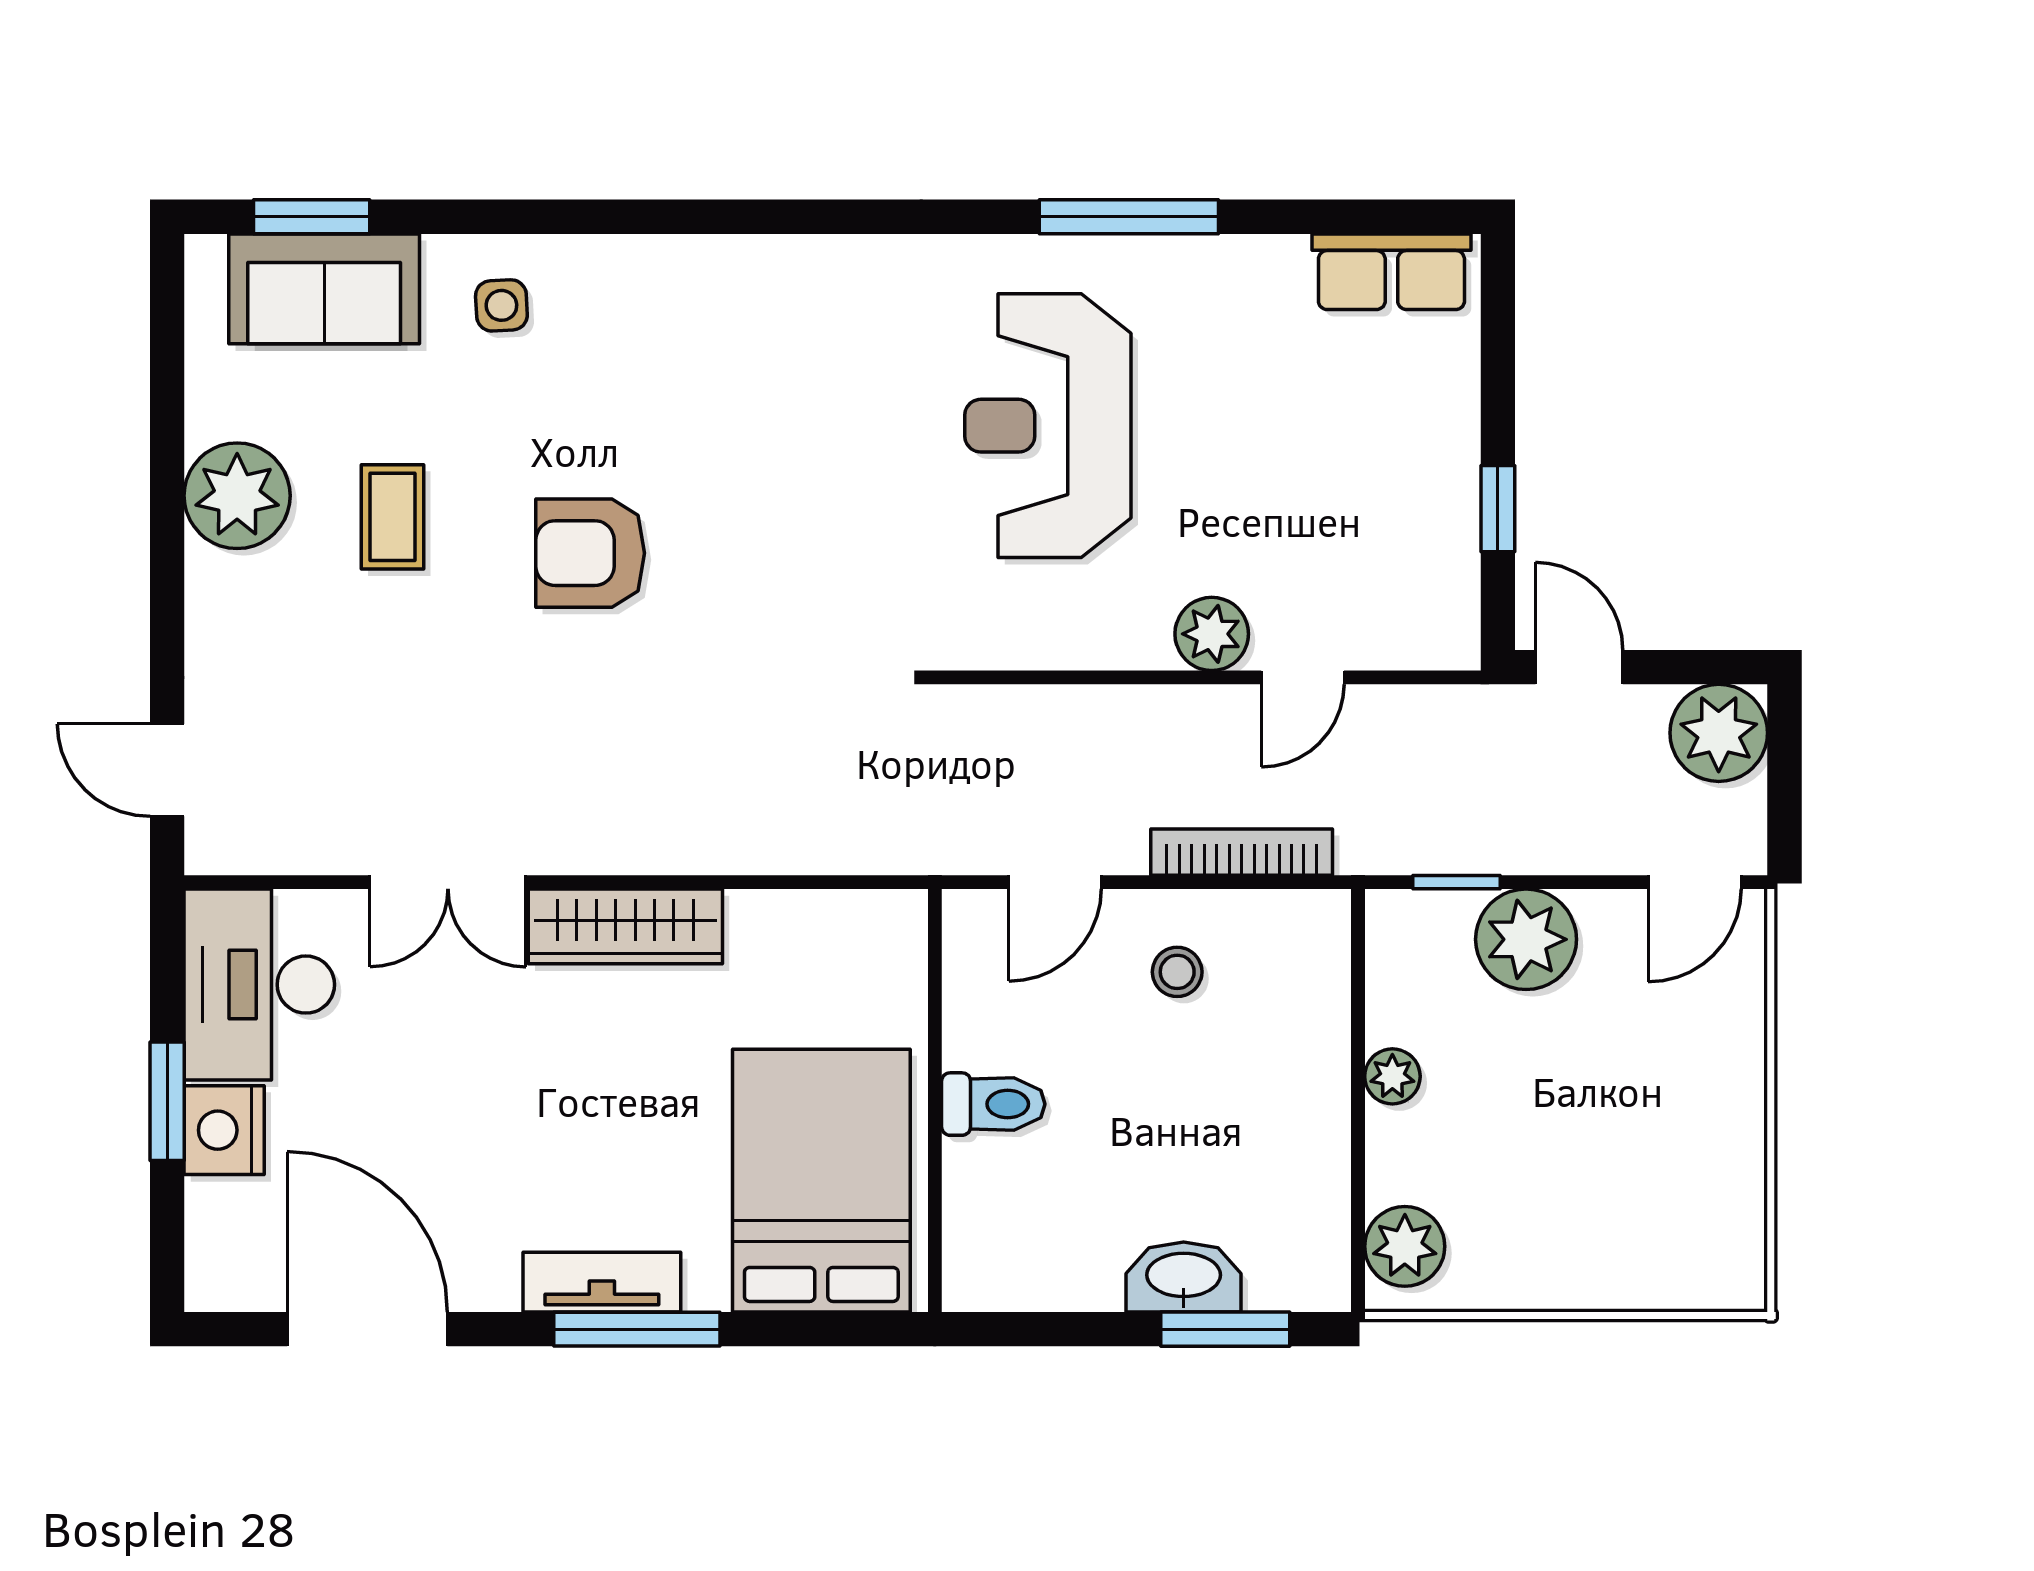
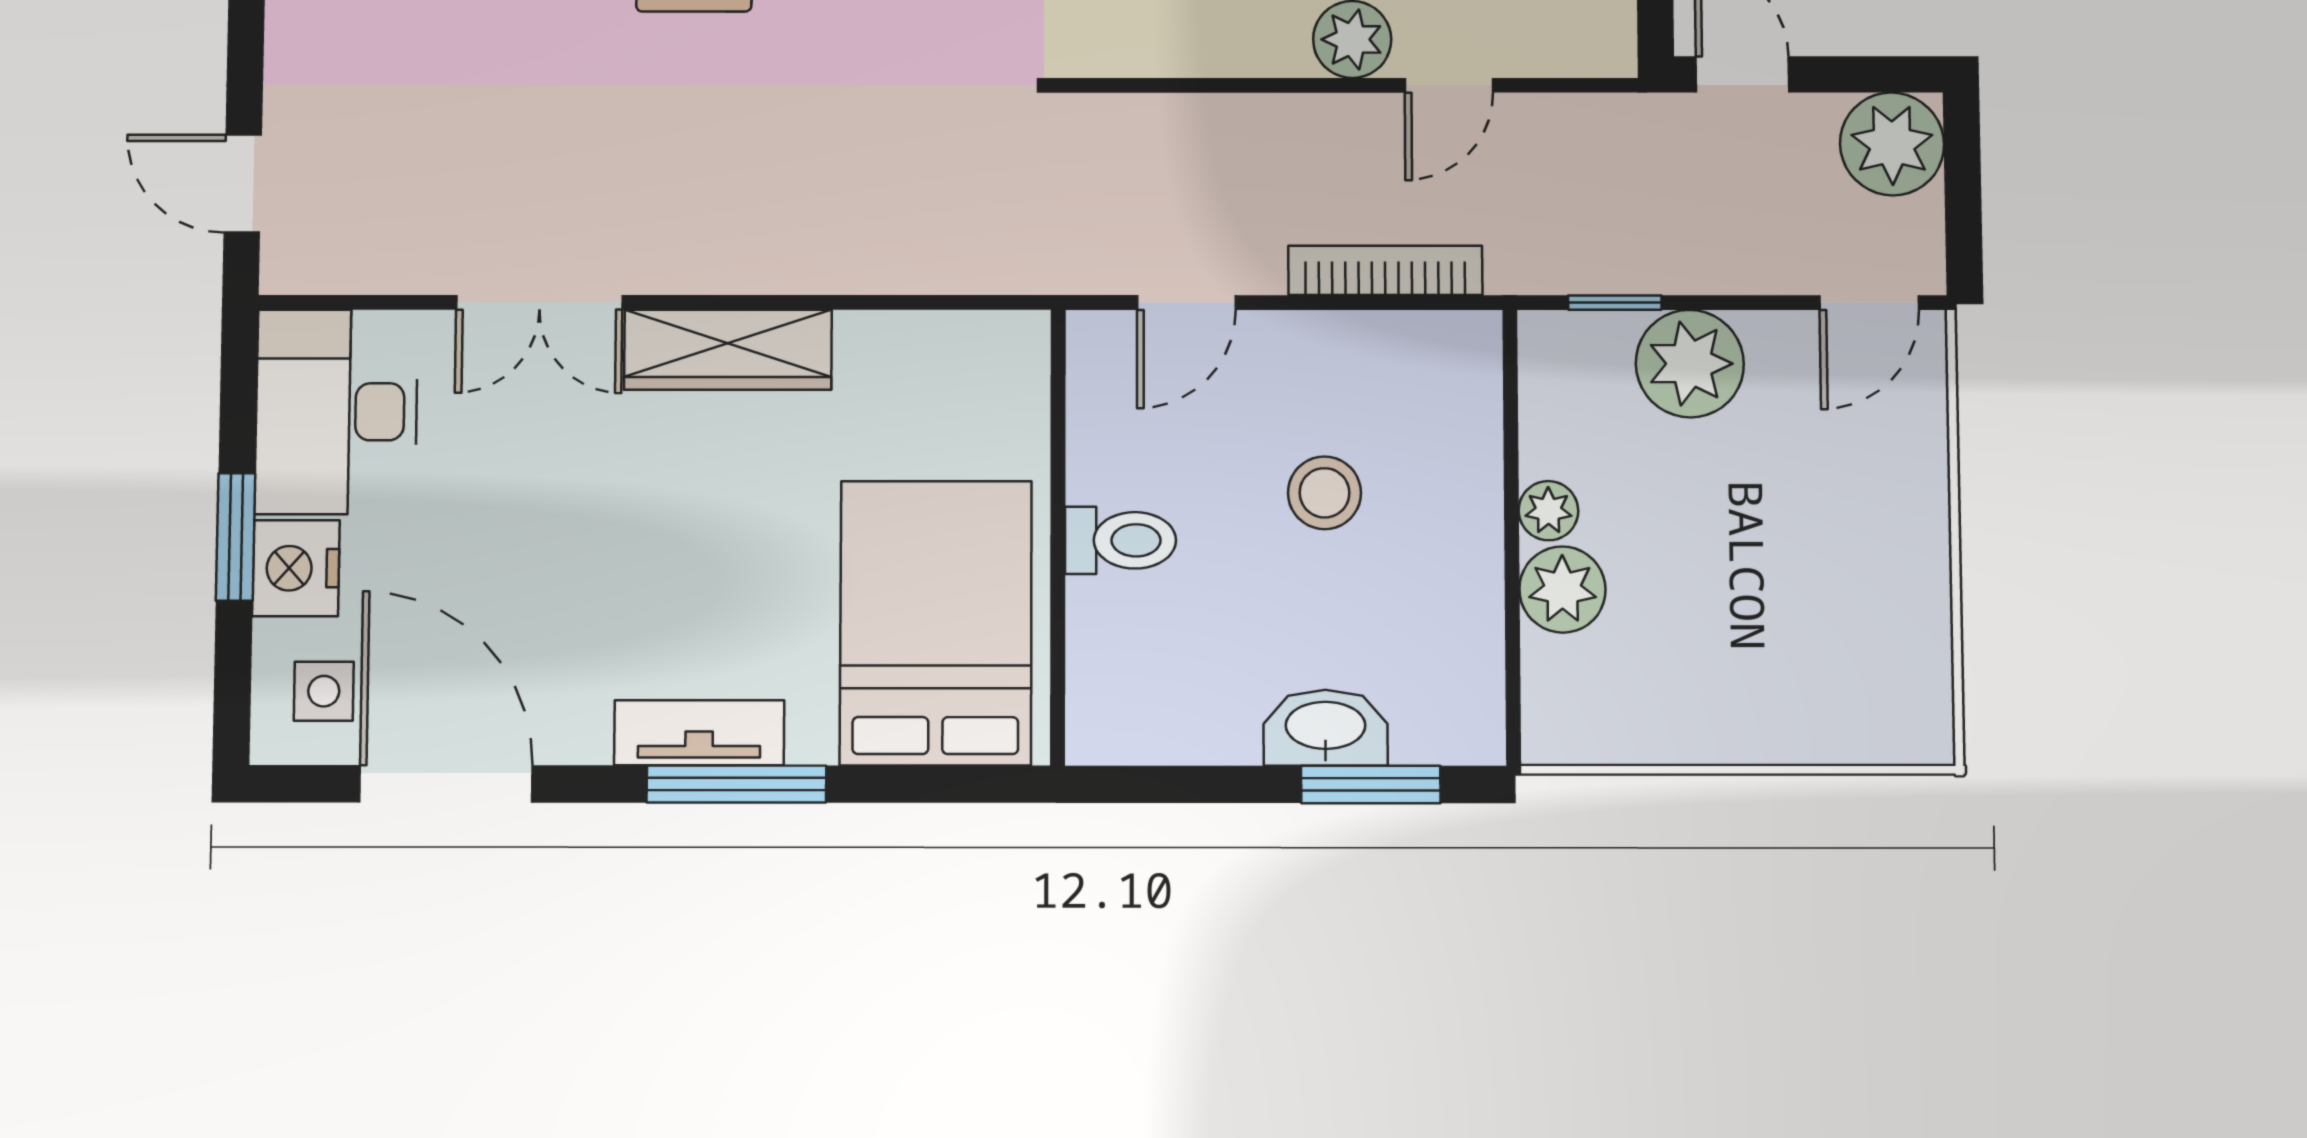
stool: (1177, 972) -> (1324, 493), moved, width x1.37, depth x1.37
side table: (252, 1244) -> (324, 691), added
plant: (1405, 1246) -> (1562, 590), moved

